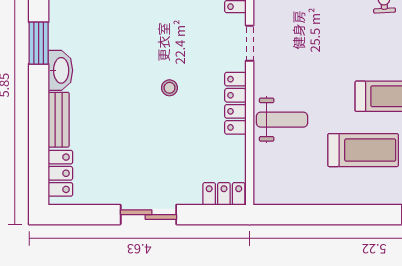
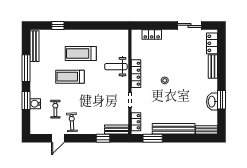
washbasin: (60, 70) -> (212, 102), moved
locker: (224, 194) -> (152, 34), moved
sliding door: (148, 215) -> (189, 25), moved

